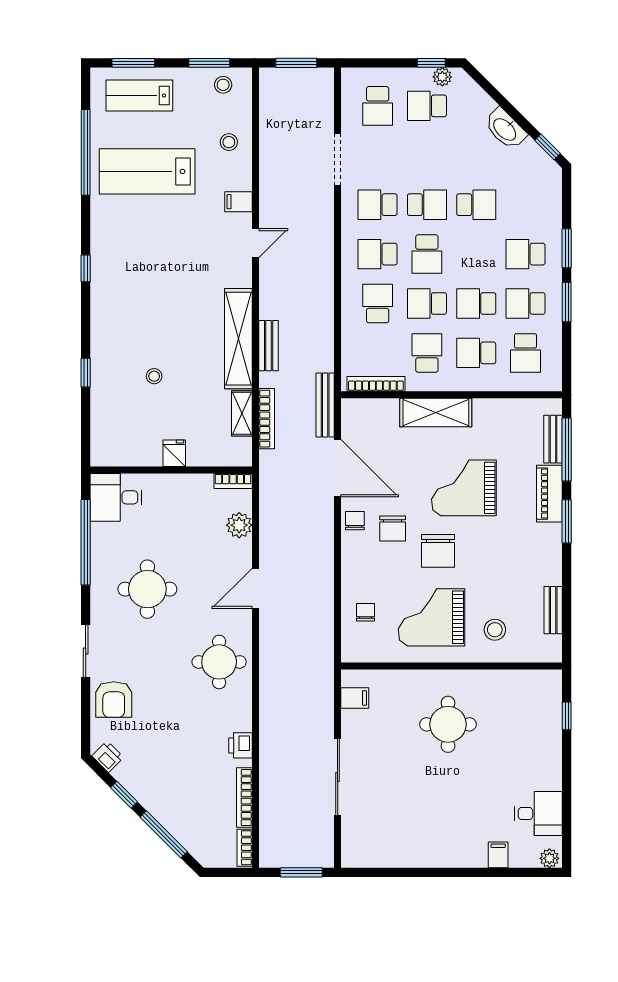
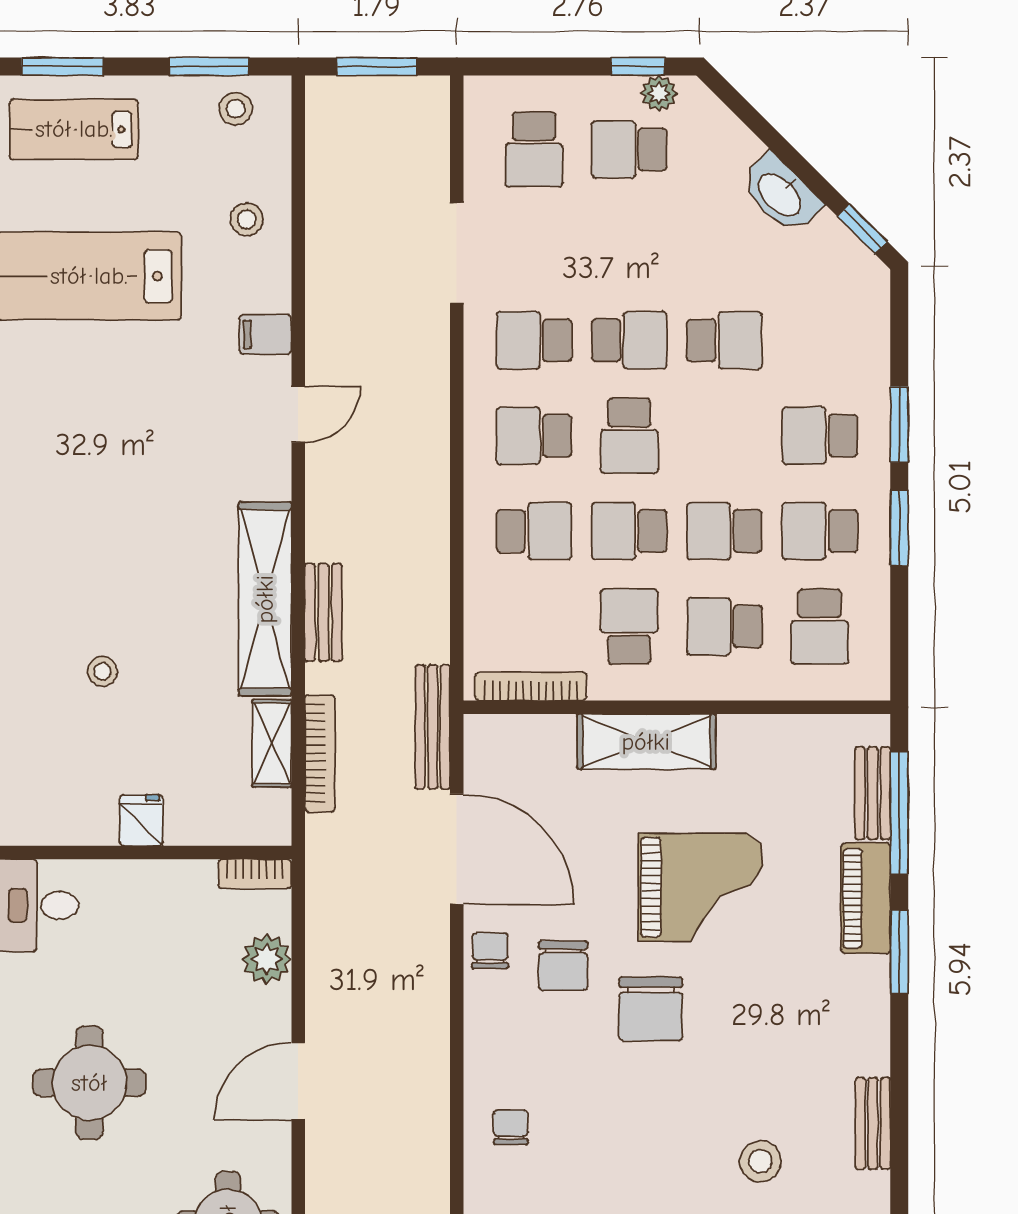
school desk: (378, 303) -> (534, 531), turned 90
grand piano: (464, 488) -> (701, 887), turned 180
grand piano: (431, 617) -> (638, 1137), removed

